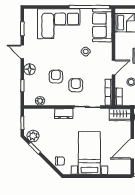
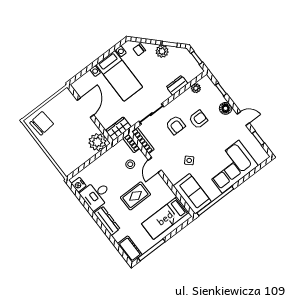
armchair: (56, 77) -> (198, 119), turned -90
dresser: (64, 114) -> (177, 85), moved
plant: (33, 136) -> (162, 51), moved

